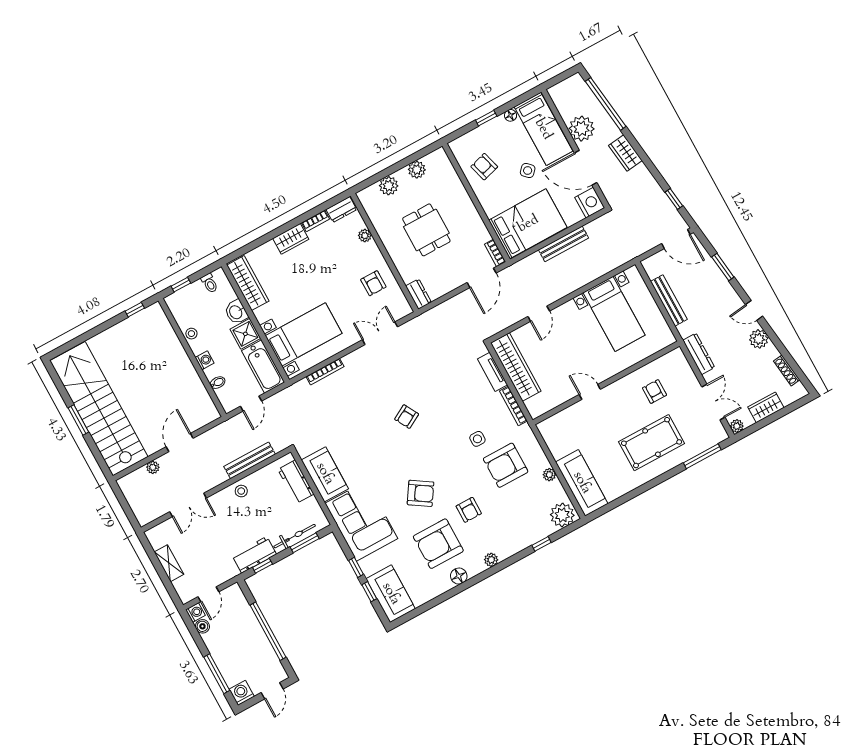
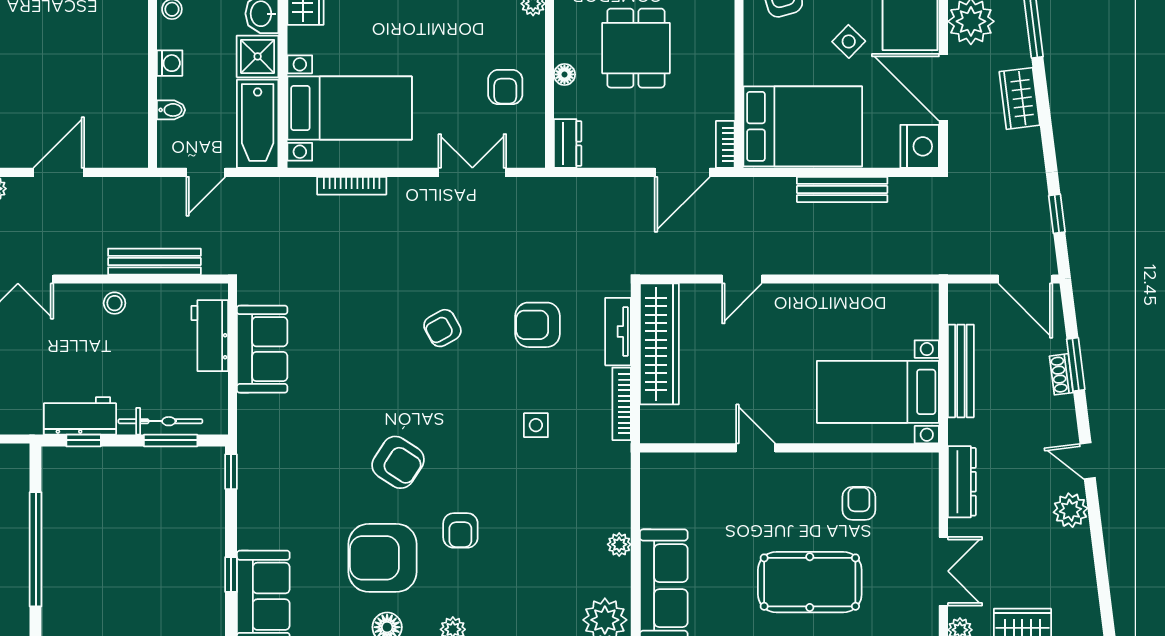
floor lamp: (399, 262) -> (564, 74), added
bed with nightstands: (614, 314) -> (878, 392), moved, turned 90
shoe rack: (787, 370) -> (1061, 374), moved, width x0.70
armchair: (506, 465) -> (538, 325), moved, width x0.73, depth x0.73
corner sofa: (361, 521) -> (280, 455), removed
window: (356, 567) -> (231, 472), moved

